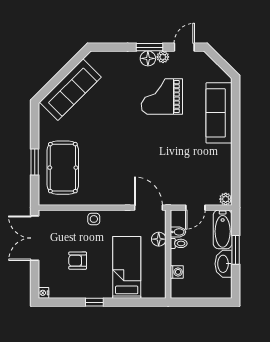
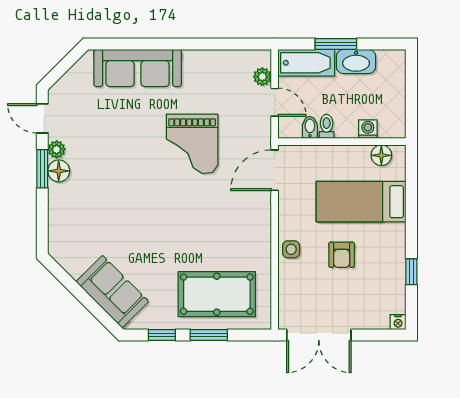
sofa: (70, 90) -> (112, 292), width x0.73
grand piano: (162, 96) -> (192, 144), moved
window: (35, 130) -> (162, 335), added
plant: (226, 199) -> (262, 77), moved
floor lamp: (159, 239) -> (381, 155), moved
armchair: (78, 261) -> (342, 255), moved
window: (94, 302) -> (411, 272), moved

